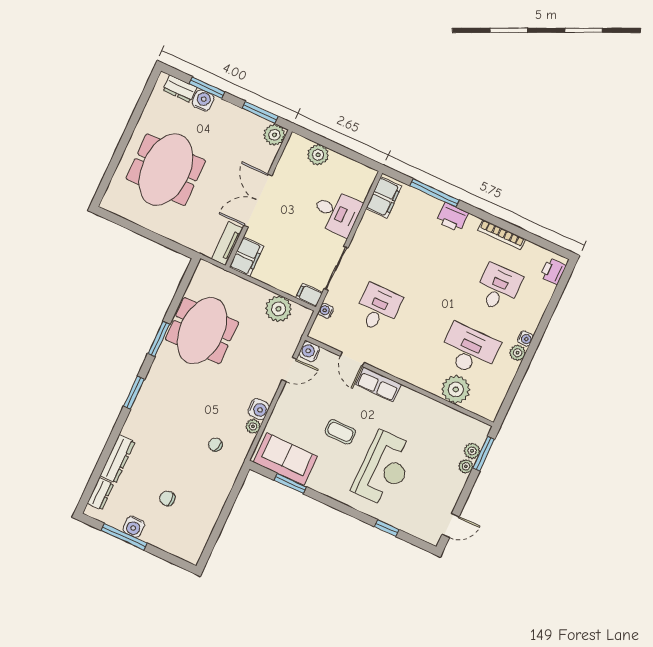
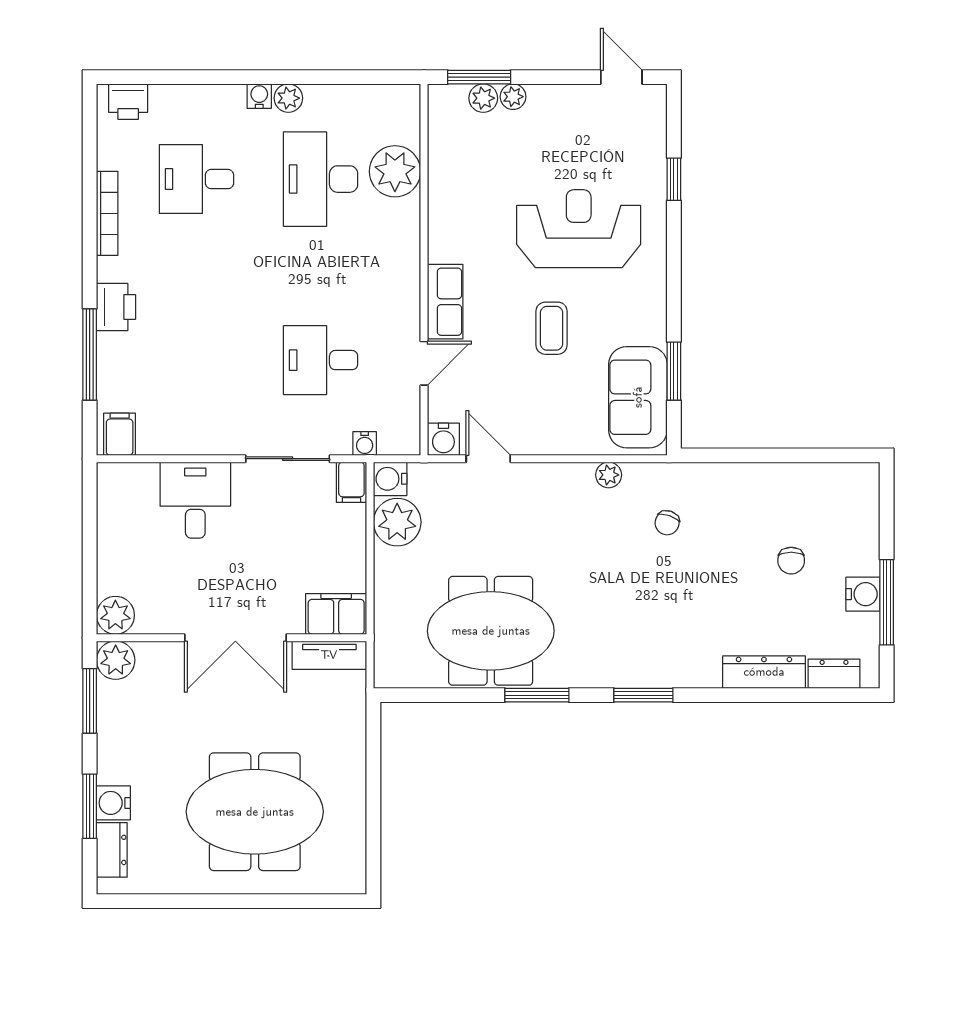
plant: (318, 155) -> (115, 615), moved
filing cabinet: (384, 197) -> (120, 434), width x0.50
water cooler: (259, 409) -> (390, 479), moved, turned -90

